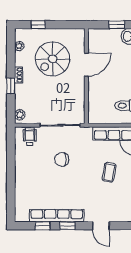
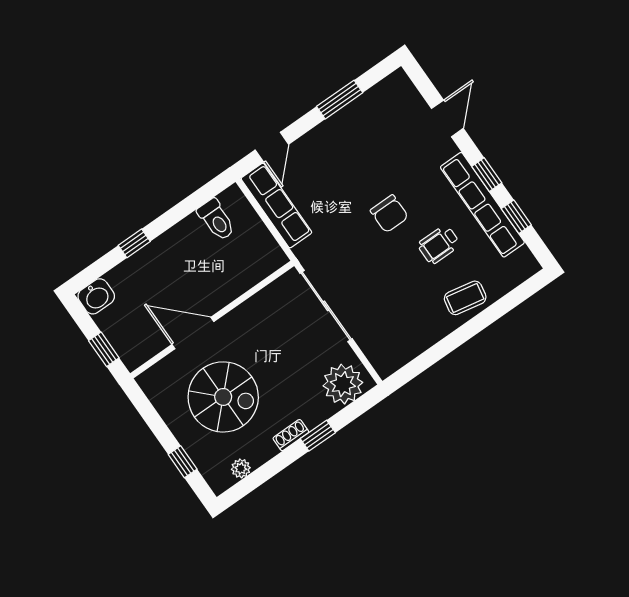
window: (117, 25) -> (104, 349), moved
plant: (20, 115) -> (343, 384), width x1.88, depth x1.88
wheelchair: (30, 137) -> (439, 245), moved
chair: (62, 159) -> (389, 214), moved
coffee table: (109, 172) -> (465, 298), moved

